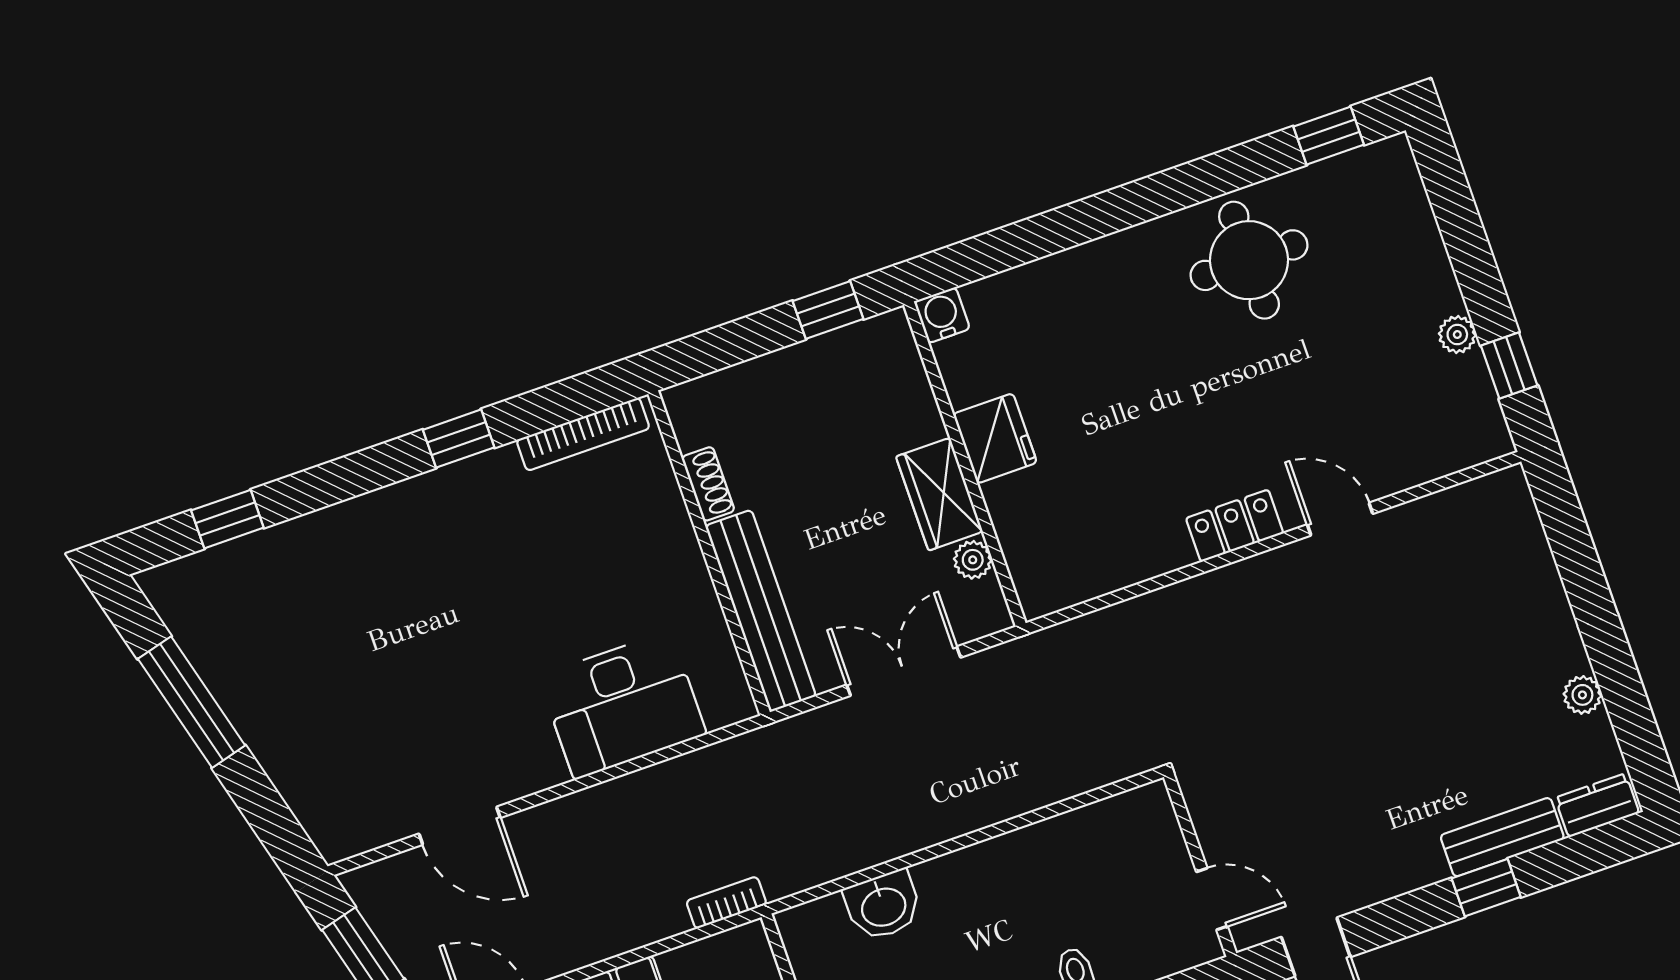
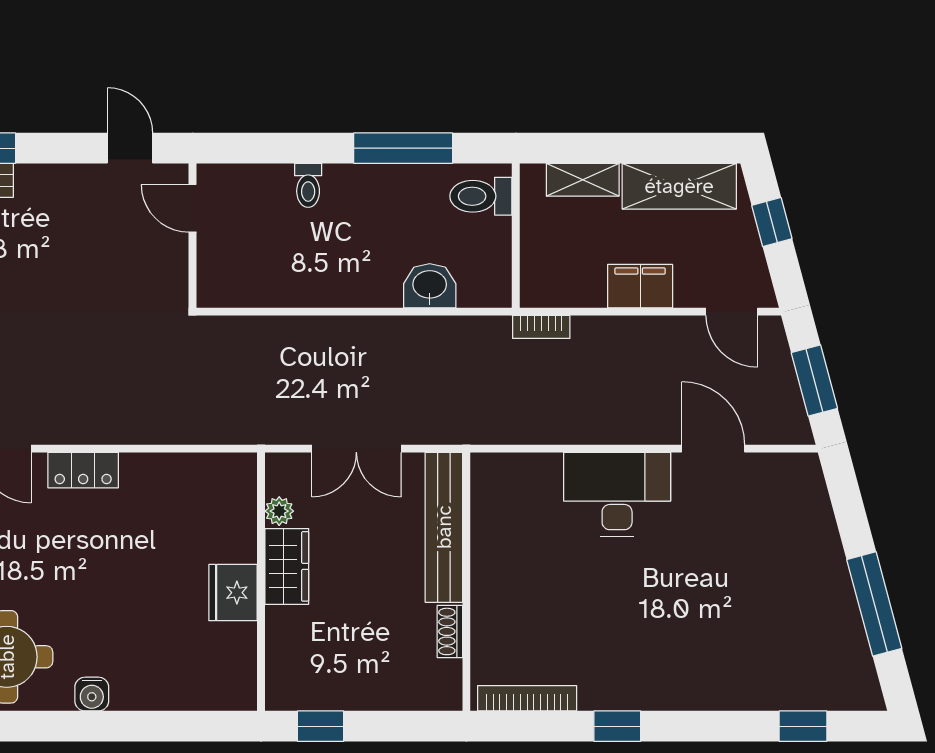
water cooler: (942, 315) -> (92, 694), moved
desk: (622, 705) -> (617, 494), moved

